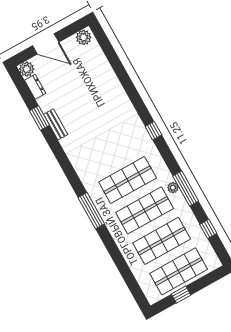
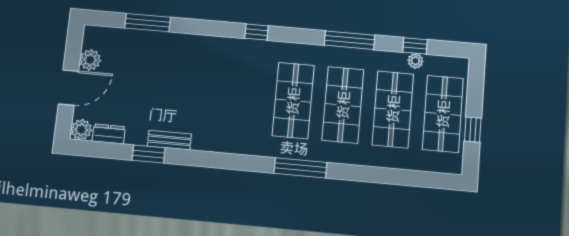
plant: (84, 37) -> (90, 60), moved
window: (115, 63) -> (148, 23), added
plant: (173, 188) -> (415, 61), moved

